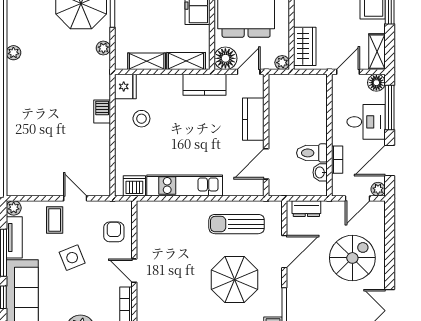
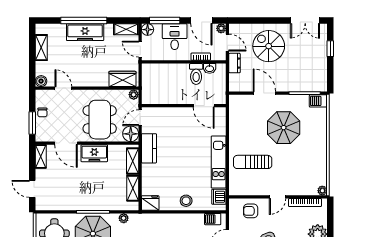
door: (249, 72) -> (140, 118), hinge flipped
barbecue: (102, 111) -> (213, 219), moved
stool: (141, 119) -> (186, 201), moved
kitchen counter: (253, 119) -> (173, 115), removed
dresser: (306, 209) -> (235, 63), moved
sun lounger: (237, 224) -> (253, 162), moved, turned 90

